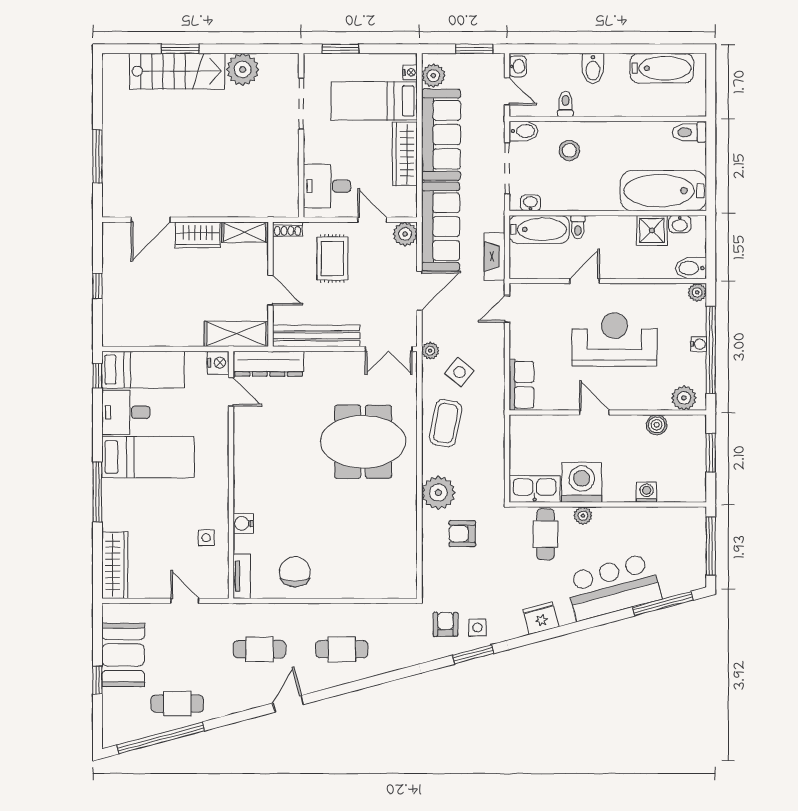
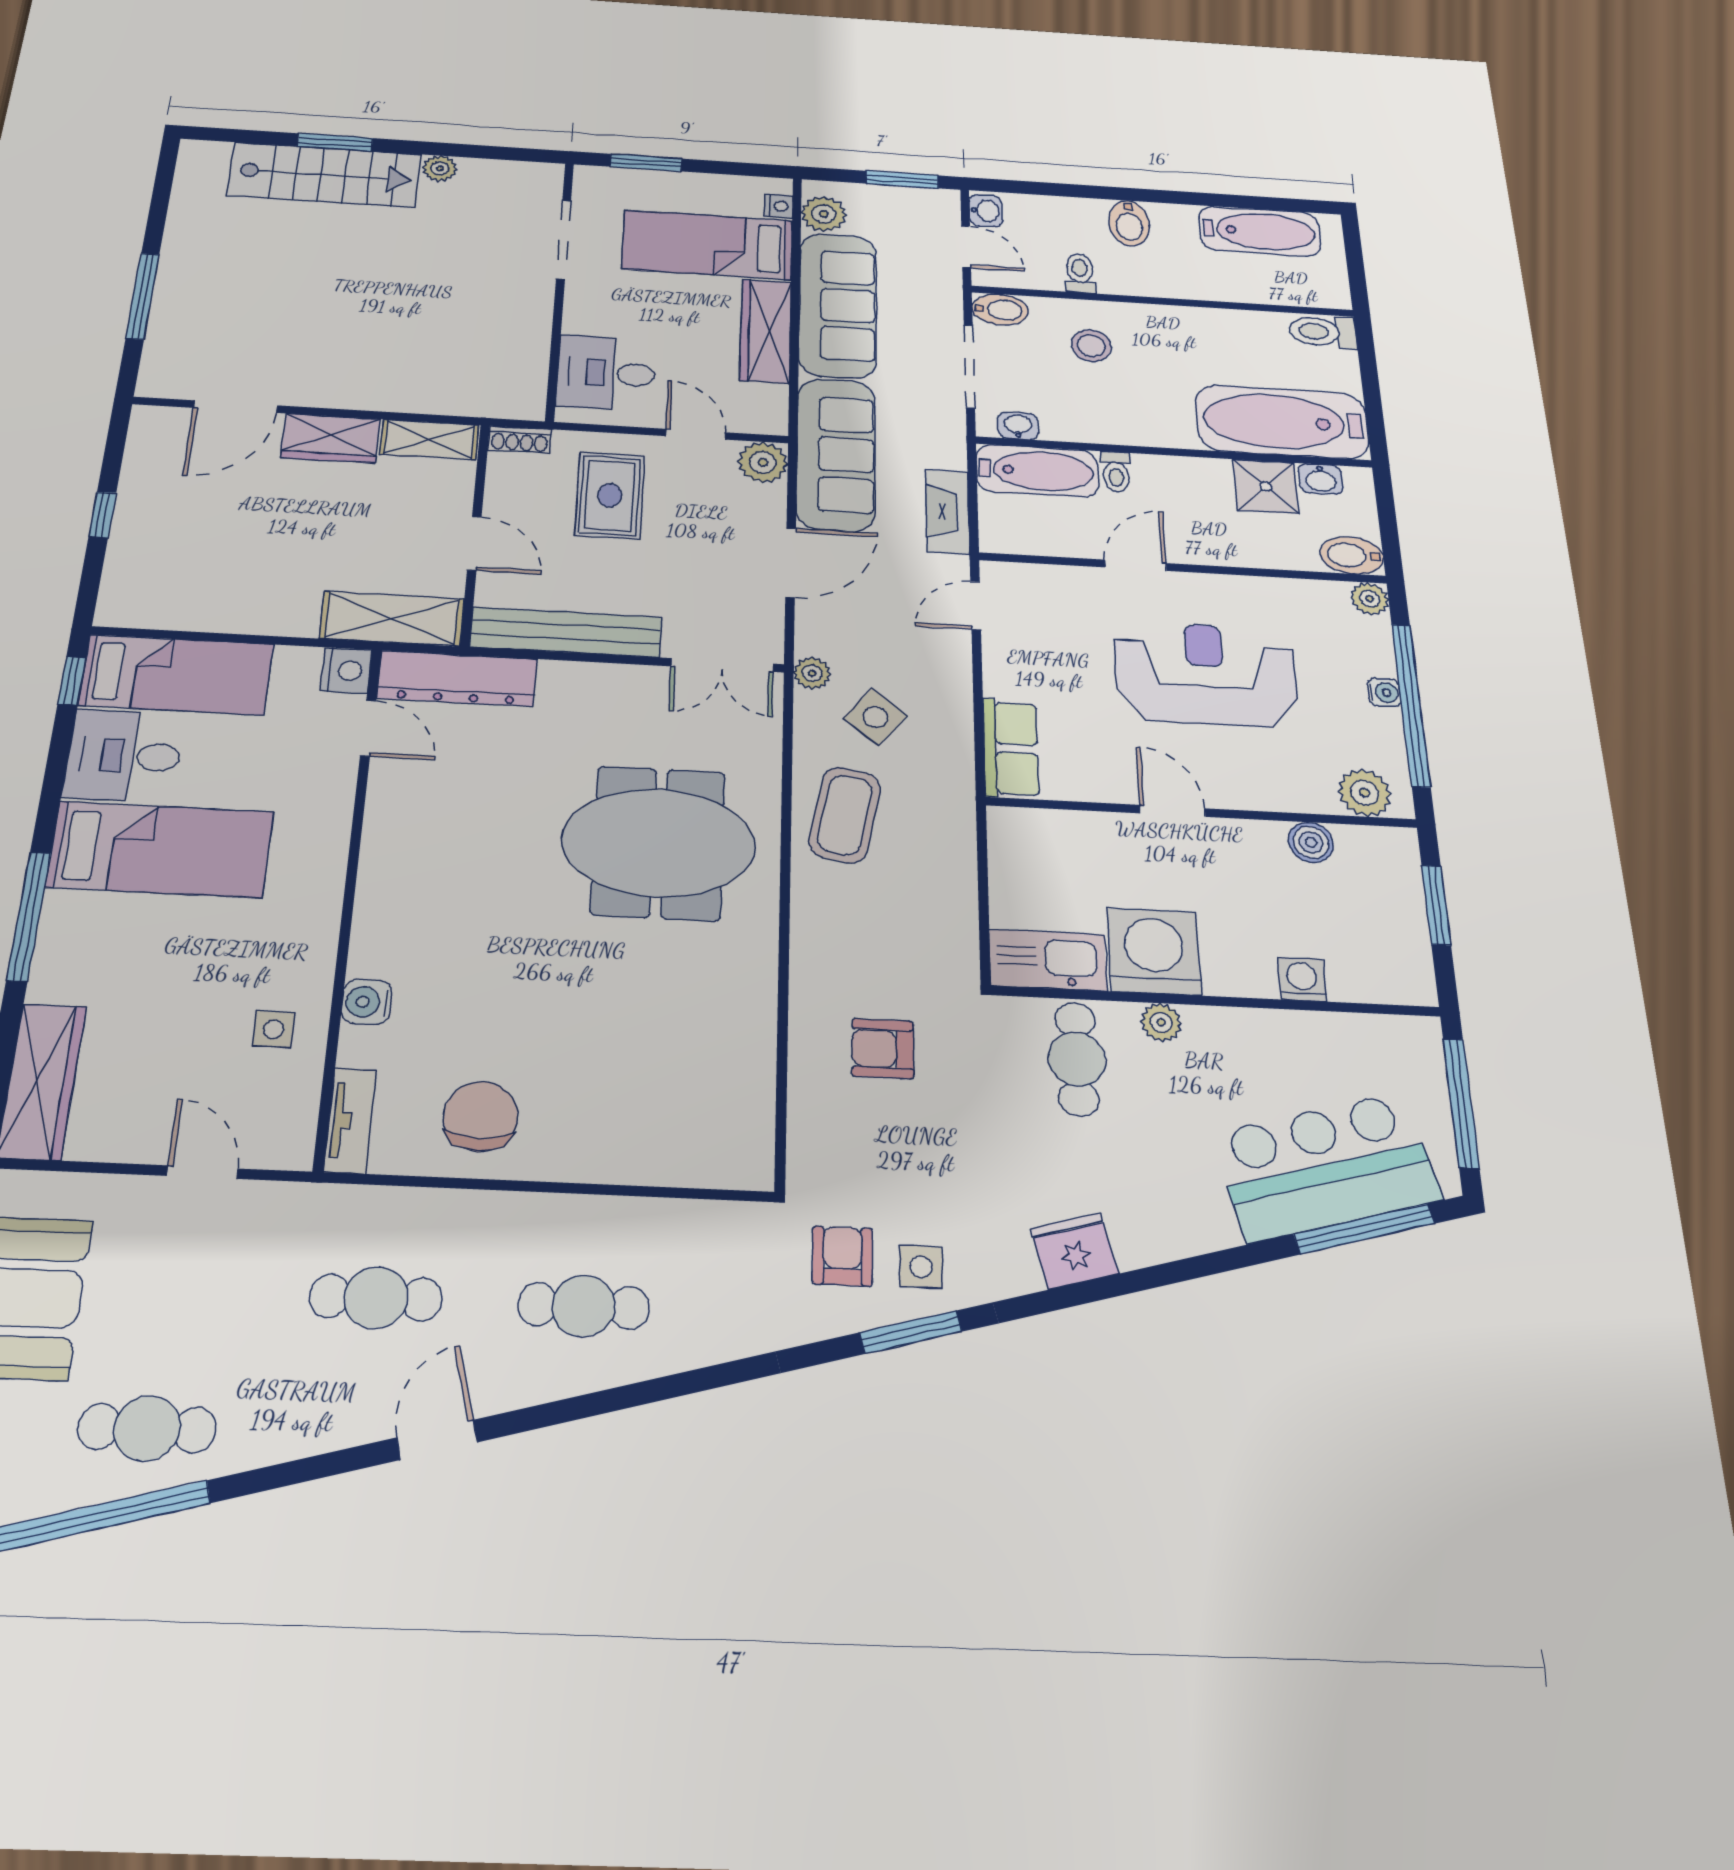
plant: (243, 69) -> (440, 168), width x0.53, depth x0.53
plant: (438, 493) -> (828, 957), removed
bar counter: (613, 587) -> (1326, 1167), moved

